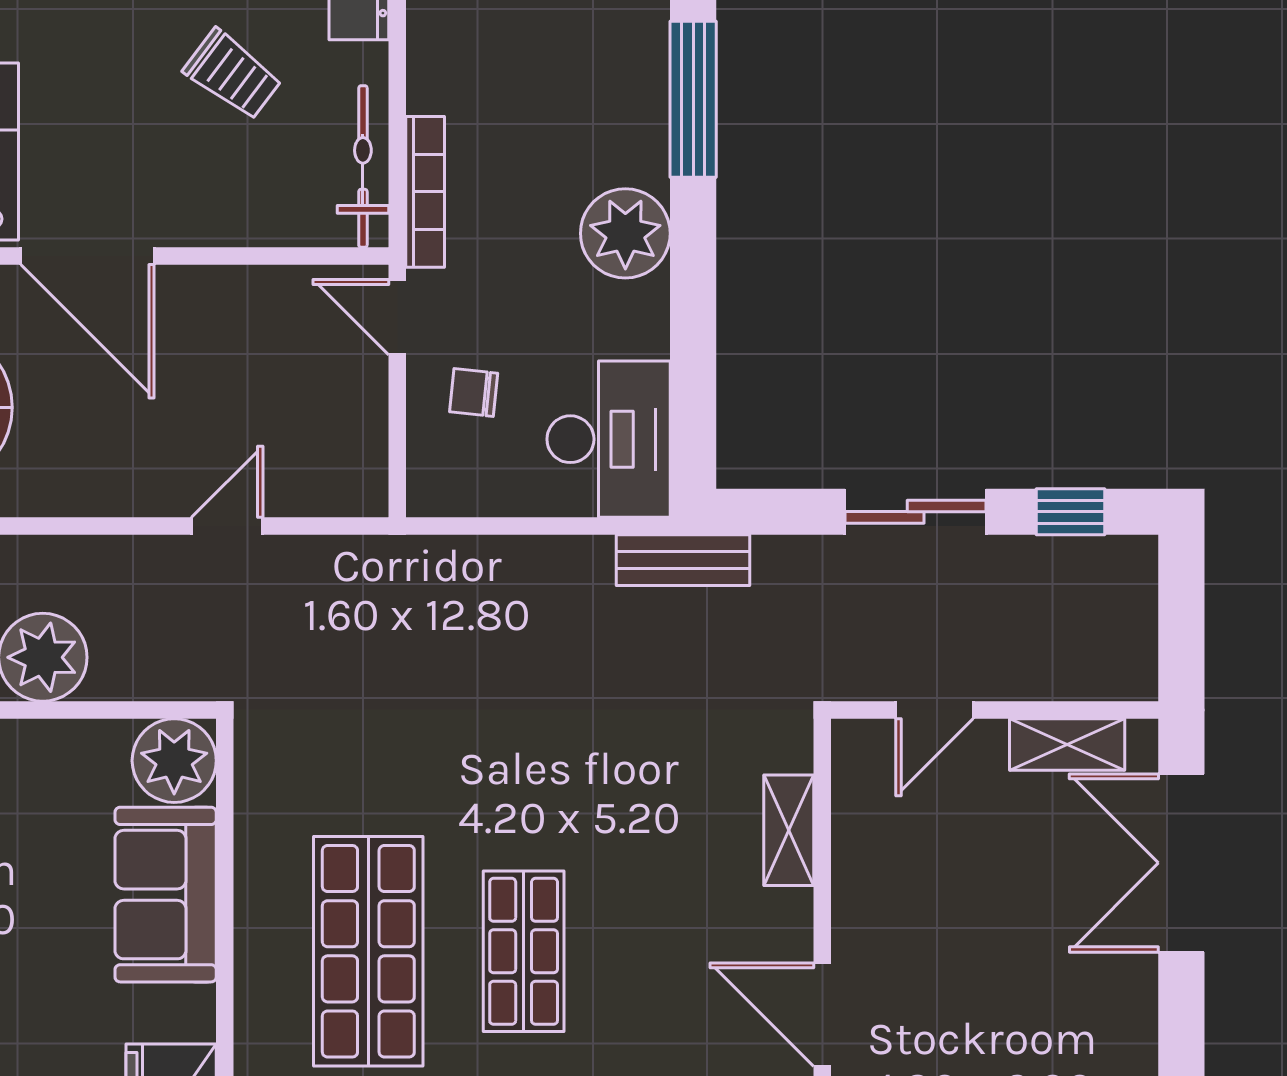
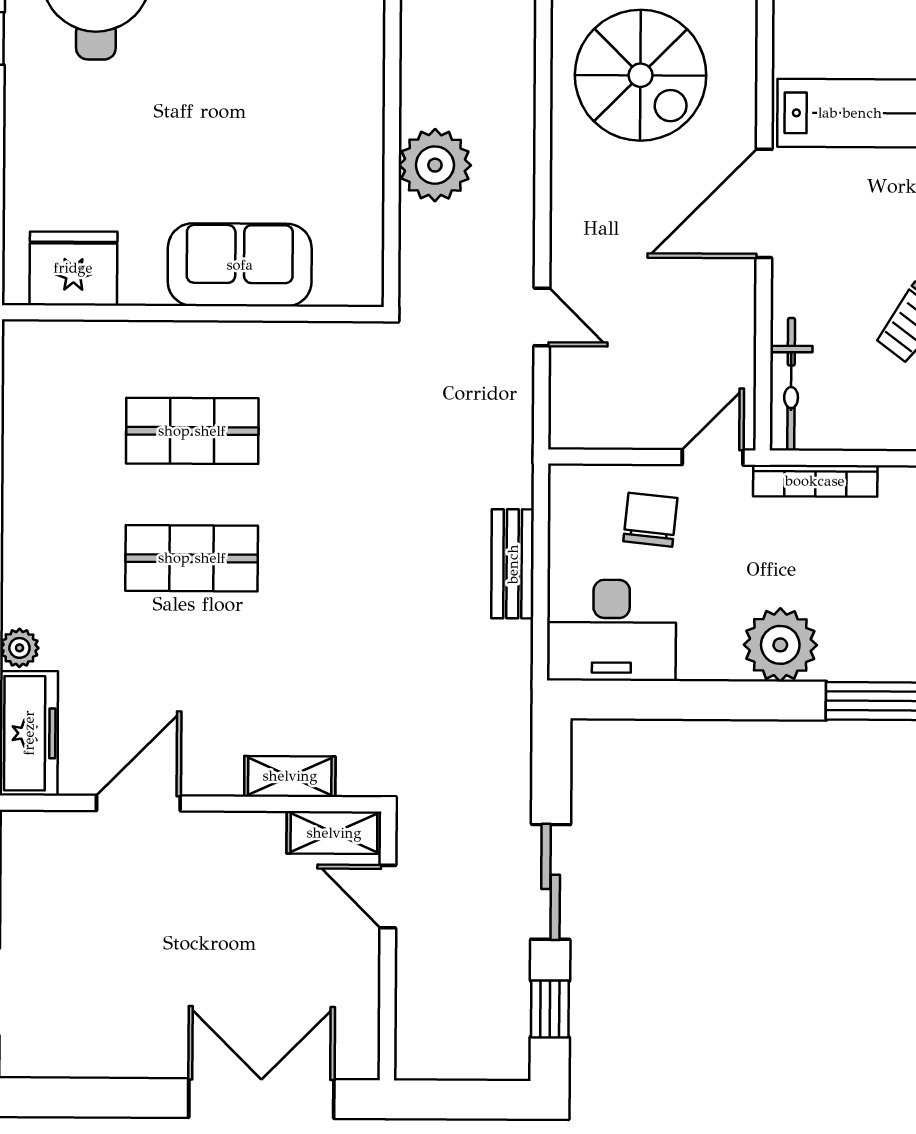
bicycle: (363, 167) -> (791, 384), moved, turned 90
chair: (474, 393) -> (650, 520), width x1.37, depth x1.37
bench: (683, 560) -> (513, 564), moved
shelving: (1067, 744) -> (334, 833), moved, turned 90
plant: (174, 761) -> (350, 272), removed
shop shelf: (368, 951) -> (192, 431), width x0.70, depth x0.74

